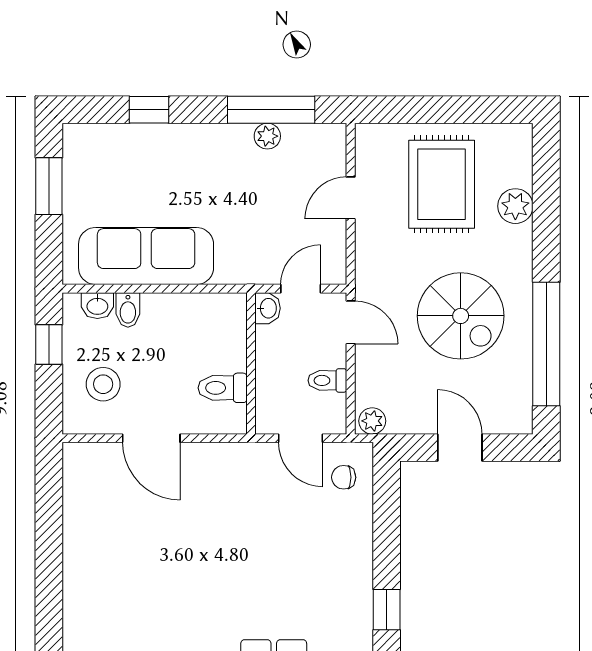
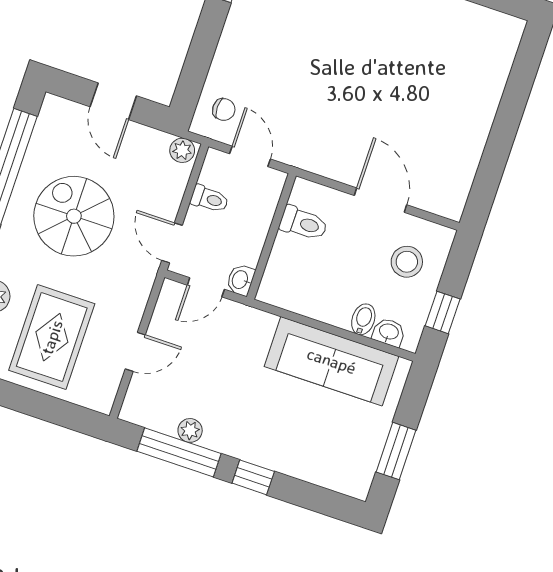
window: (149, 110) -> (253, 477), moved

